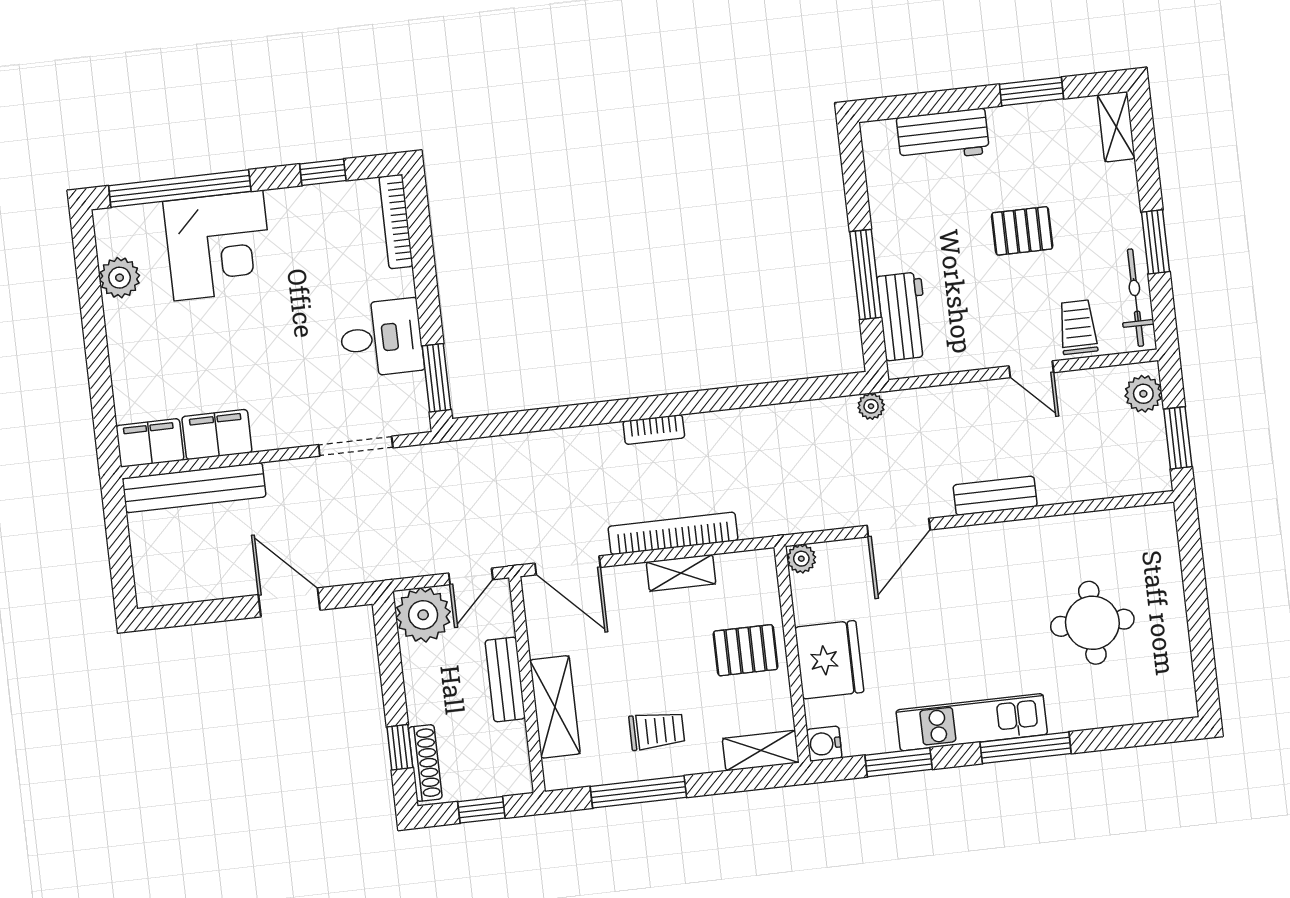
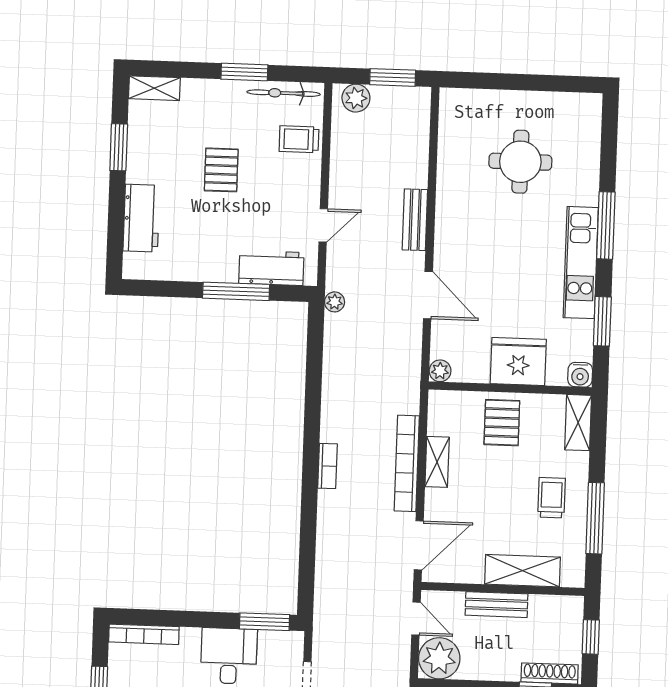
door: (1031, 369) -> (323, 225), moved

